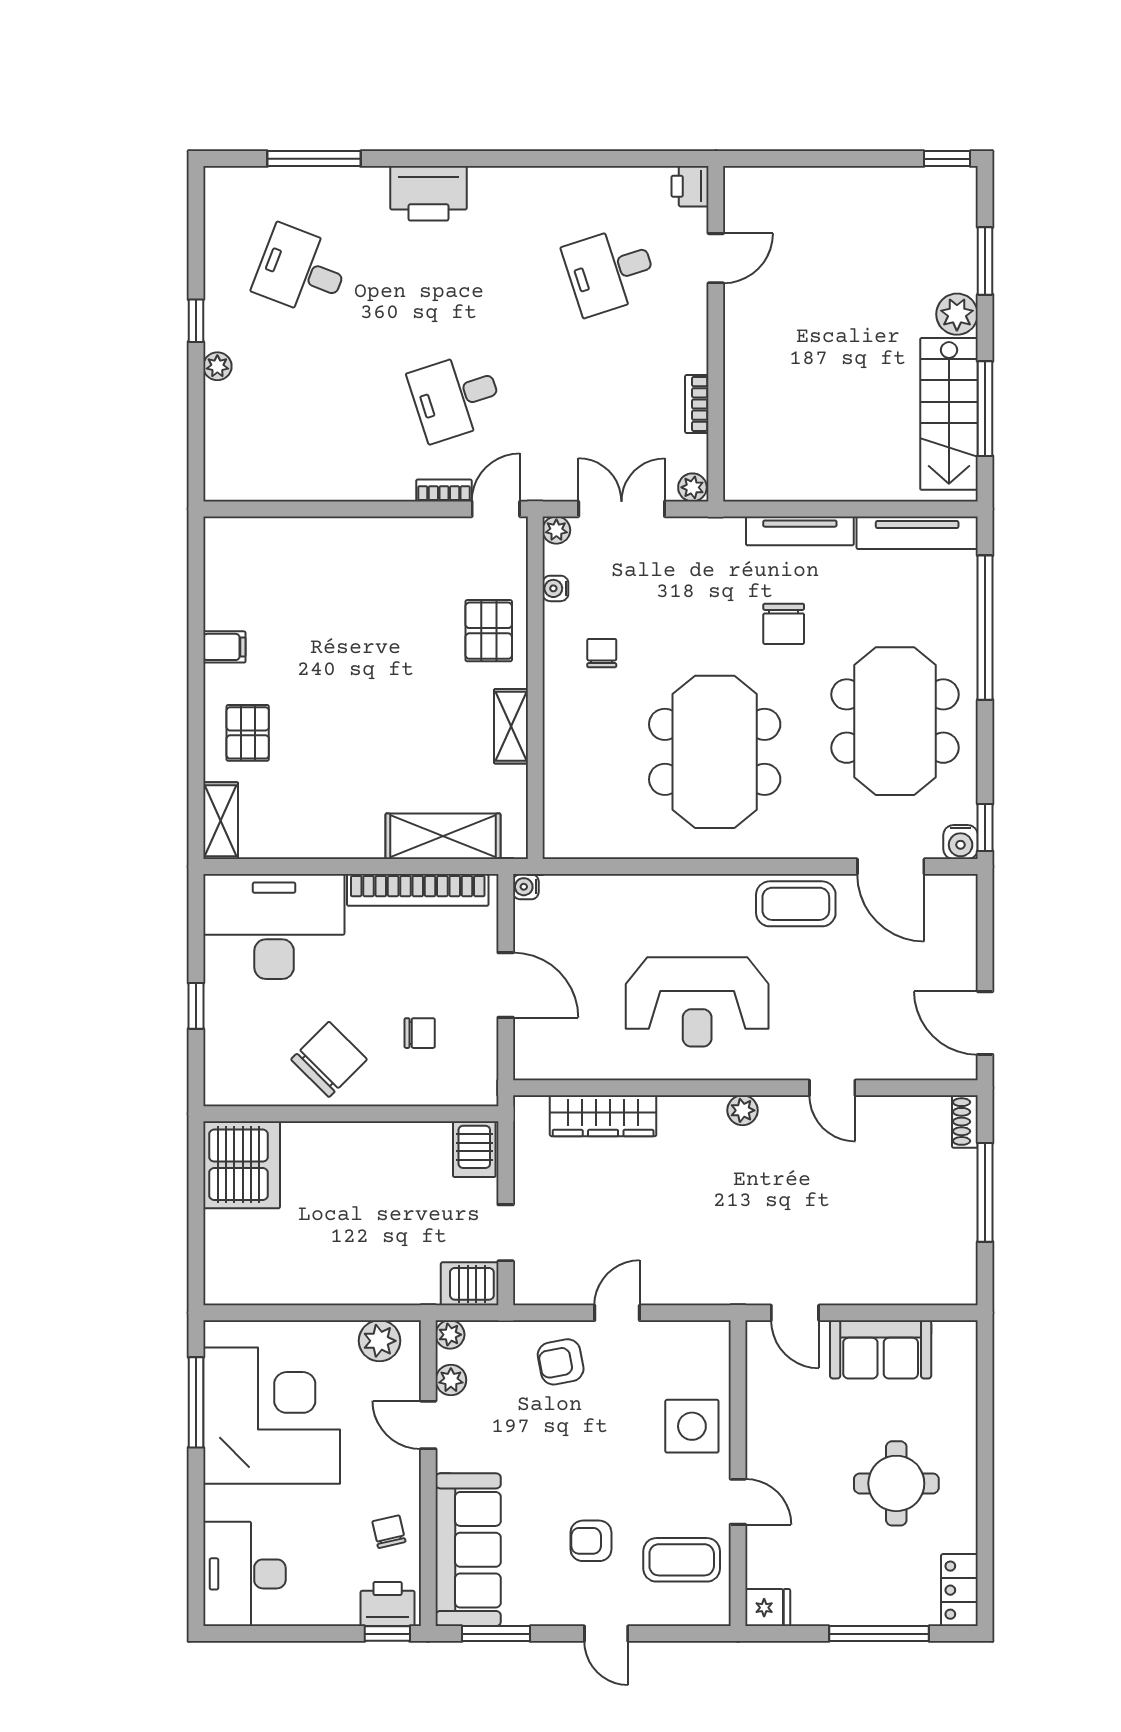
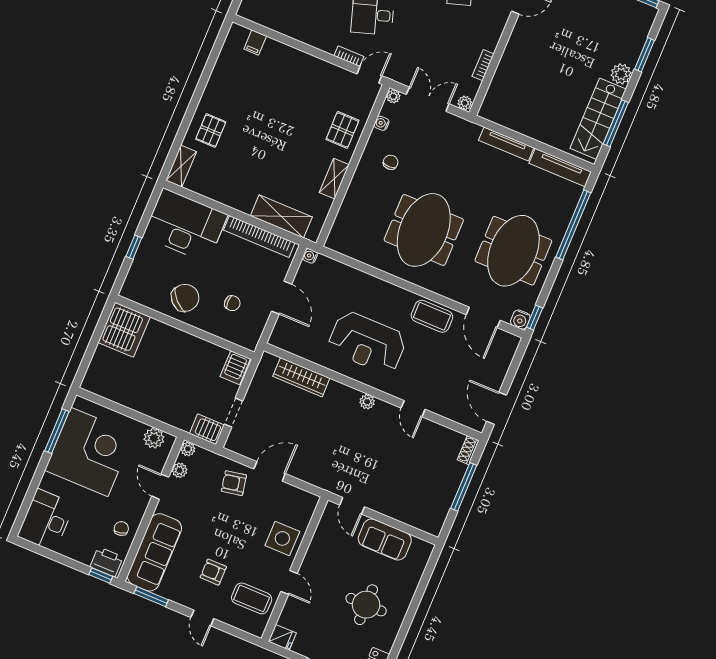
chair: (784, 624) -> (481, 184), removed
filing cabinet: (224, 647) -> (255, 43), moved, turned 90
door: (617, 1313) -> (270, 471), width x1.37

